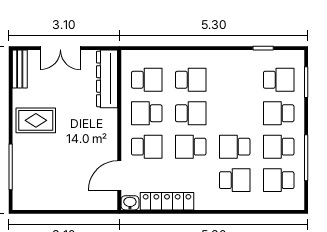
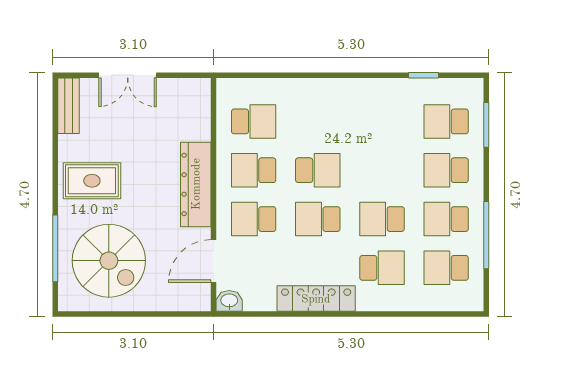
dresser: (107, 79) -> (196, 184), moved
school desk: (191, 80) -> (318, 121), removed
school desk: (279, 80) -> (446, 121), turned 180
school desk: (147, 147) -> (254, 219), turned 180
spiral stairs: (47, 175) -> (109, 261), added
locker: (167, 201) -> (316, 299), moved

